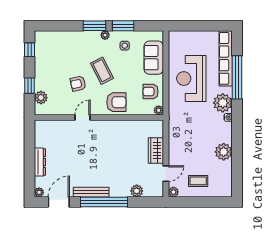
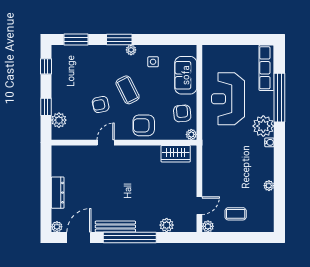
window: (123, 26) -> (76, 39), moved
row of seats: (226, 58) -> (267, 68), width x0.73
armchair: (151, 92) -> (182, 113), turned 85
armchair: (116, 102) -> (144, 125), turned 180
wardrobe: (156, 151) -> (176, 154), moved, turned -90
plant: (224, 152) -> (269, 186), width x0.53, depth x0.53

